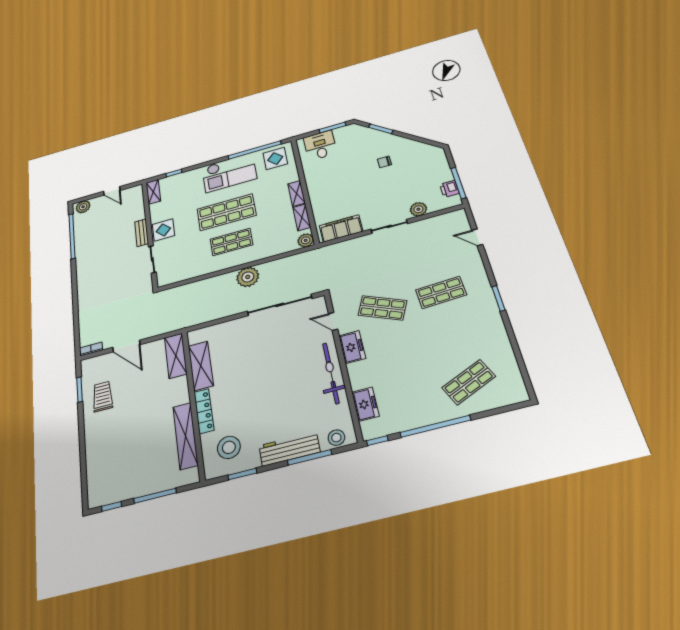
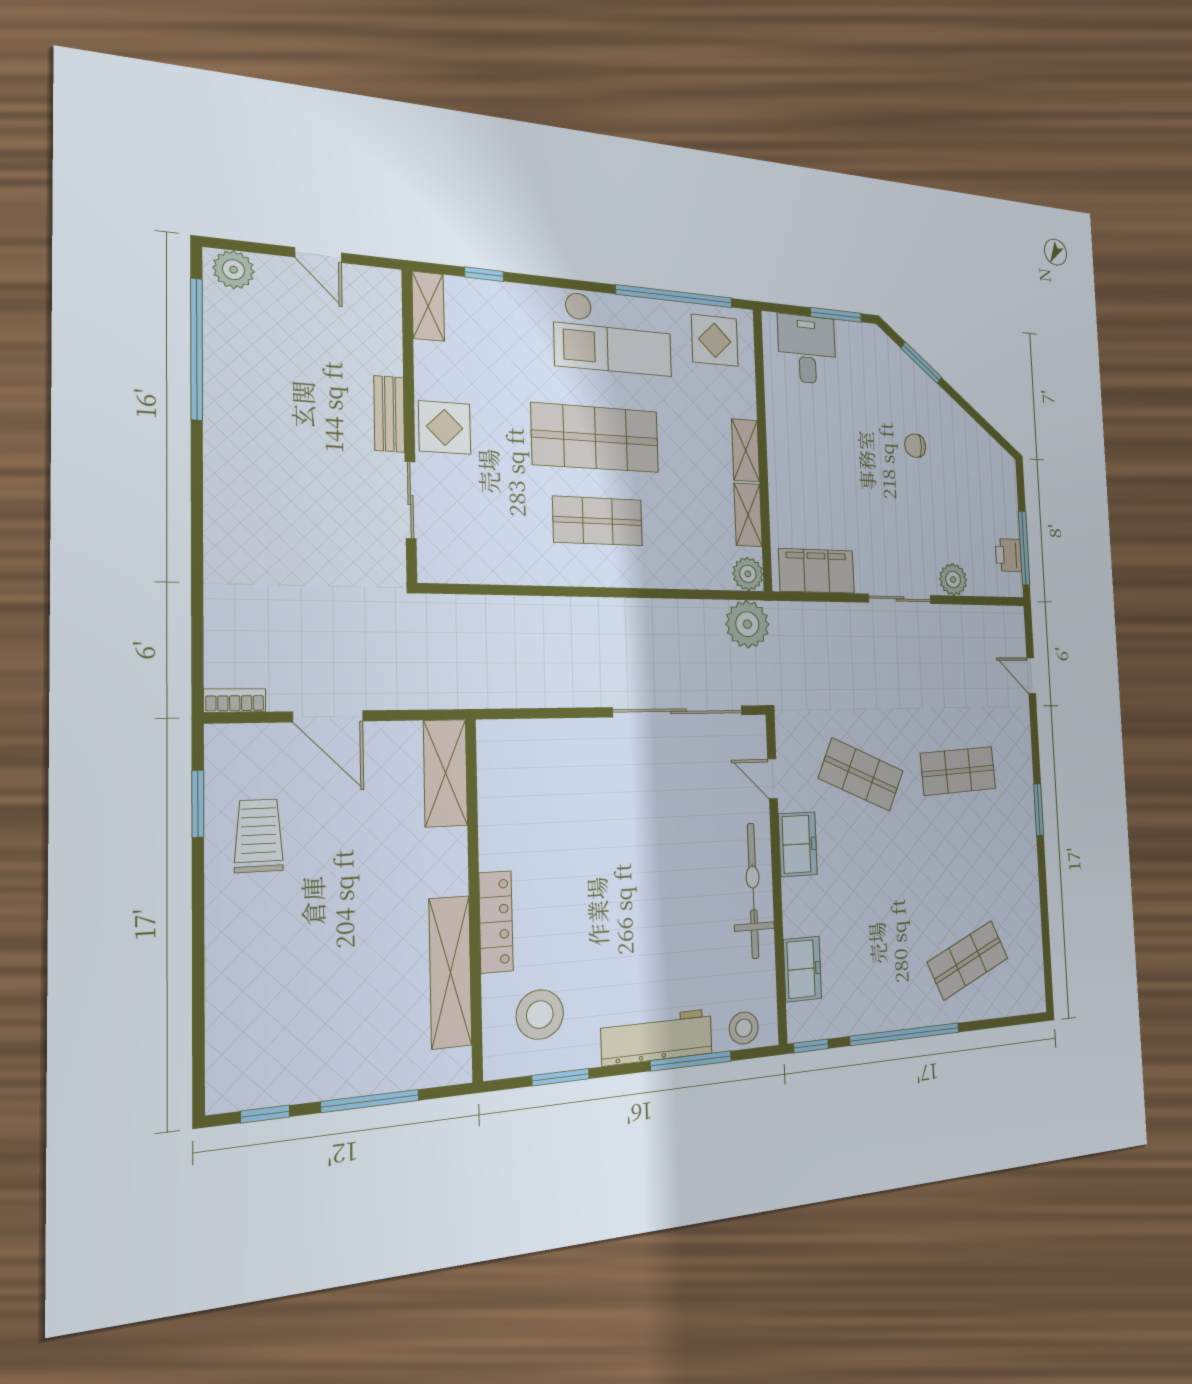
plant: (248, 277) -> (747, 624), moved
shelving: (201, 366) -> (500, 812), removed

